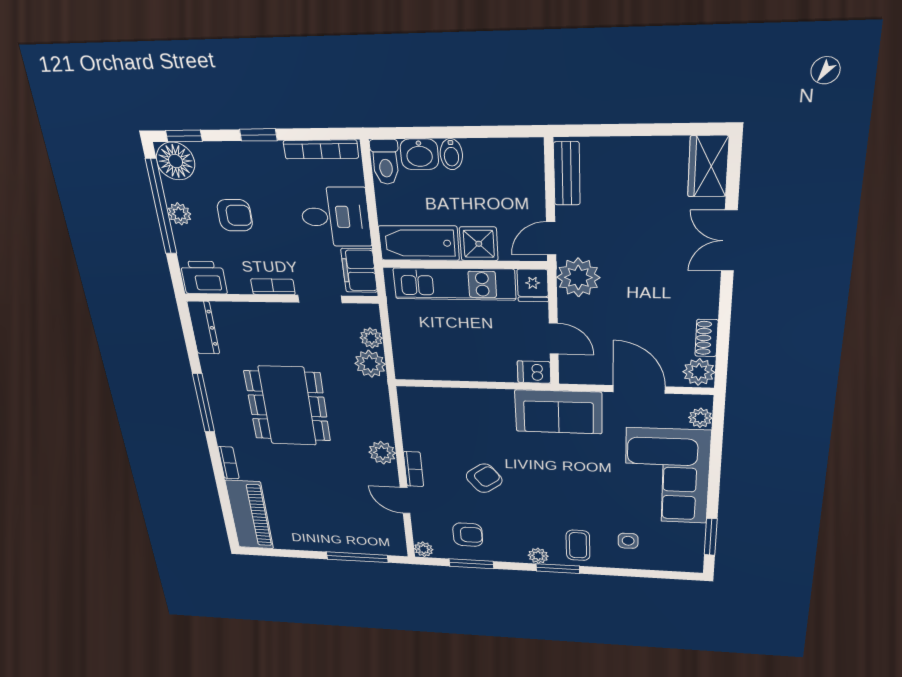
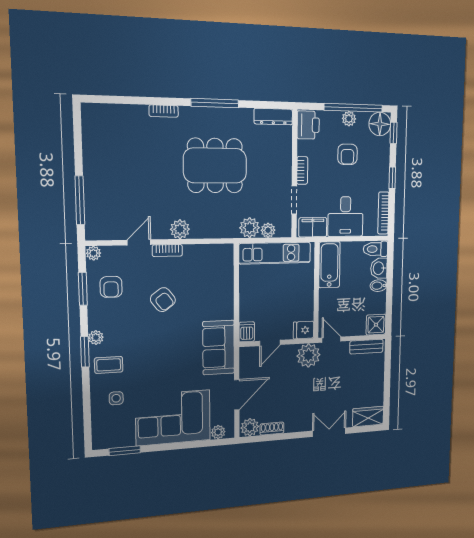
shower: (479, 244) -> (376, 325), moved
kitchen unit: (454, 284) -> (275, 253), moved, turned -90
piano: (250, 515) -> (115, 118), removed

